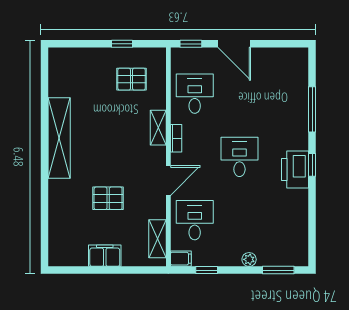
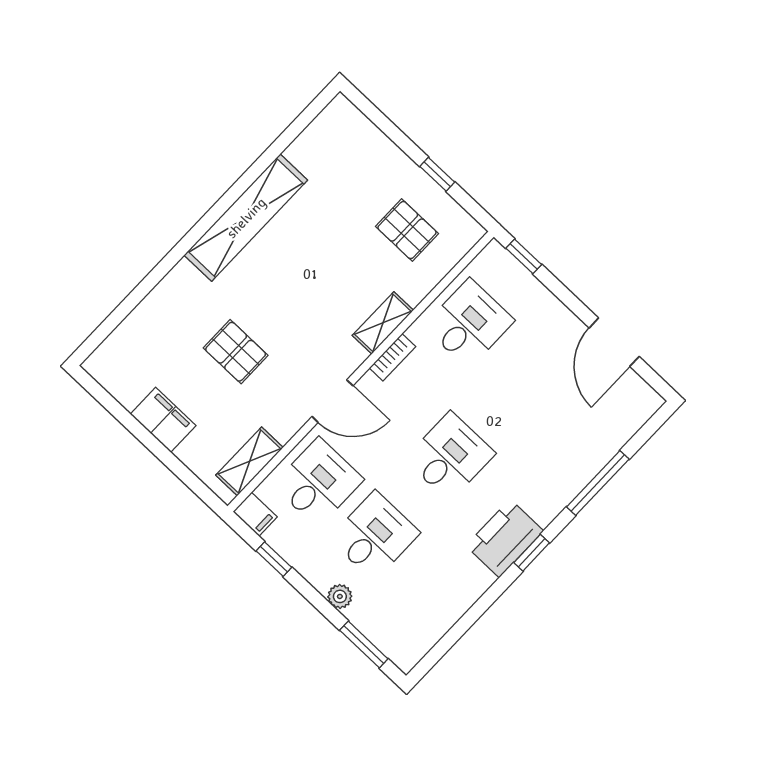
door: (234, 44) -> (614, 342), moved
desk: (239, 220) -> (375, 536), added

